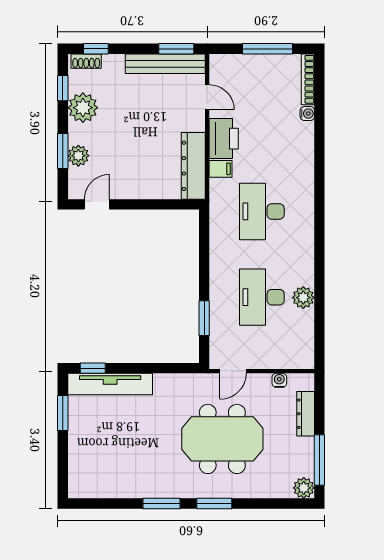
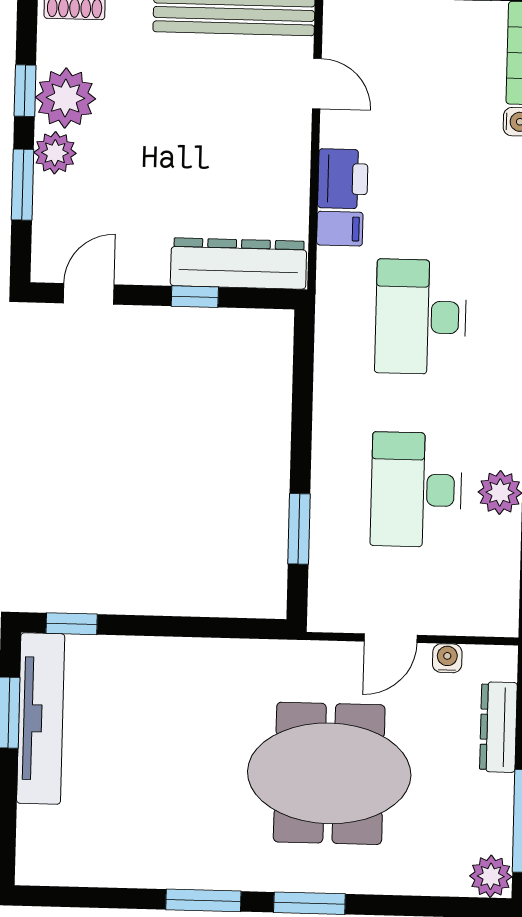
window: (63, 88) -> (25, 91), moved
printer: (224, 139) -> (343, 179), width x0.73, depth x0.84
plant: (78, 156) -> (55, 153), moved
dresser: (193, 166) -> (239, 263), moved, turned 90
window: (150, 204) -> (195, 297), added
door: (233, 371) -> (391, 638), moved
tv unit: (110, 384) -> (41, 718), moved, turned -90

